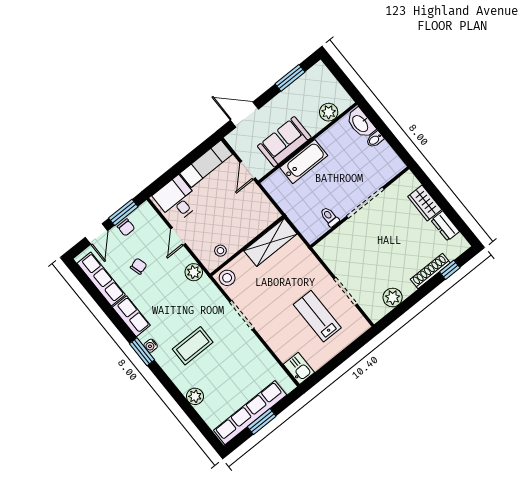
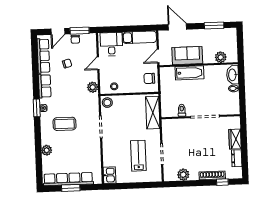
chair: (258, 207) -> (149, 78), added
shelving: (270, 242) -> (153, 113), moved, turned 90

